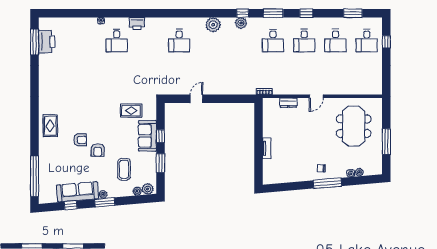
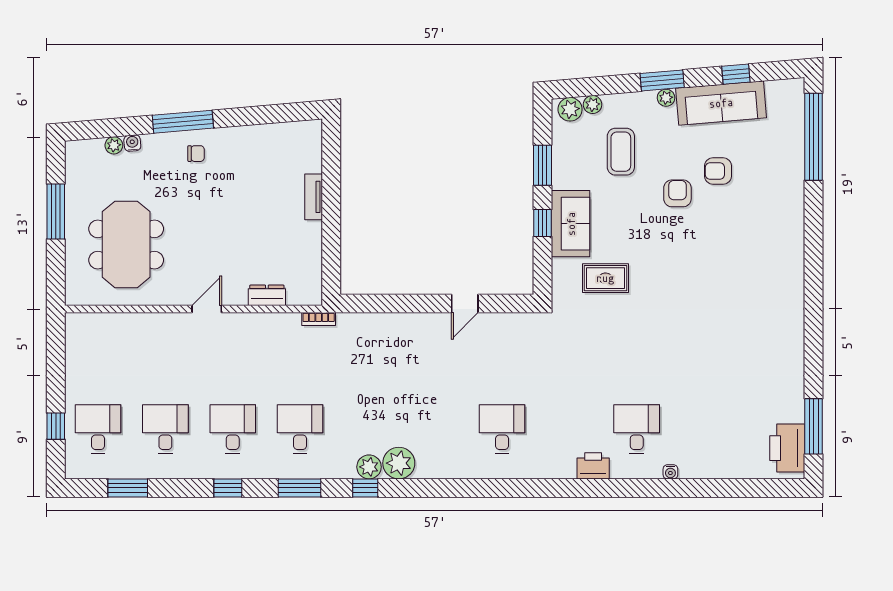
plant: (213, 25) -> (399, 463), moved
printer: (47, 42) -> (787, 448), moved
rug: (50, 126) -> (780, 245), removed
armchair: (80, 140) -> (718, 171), moved

